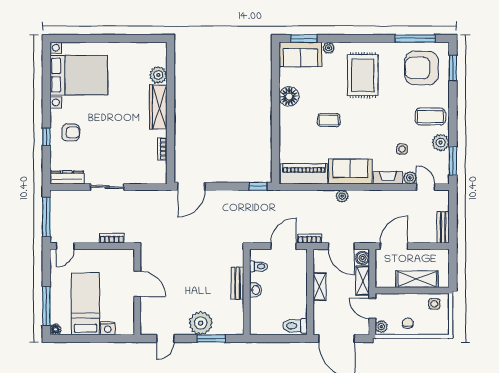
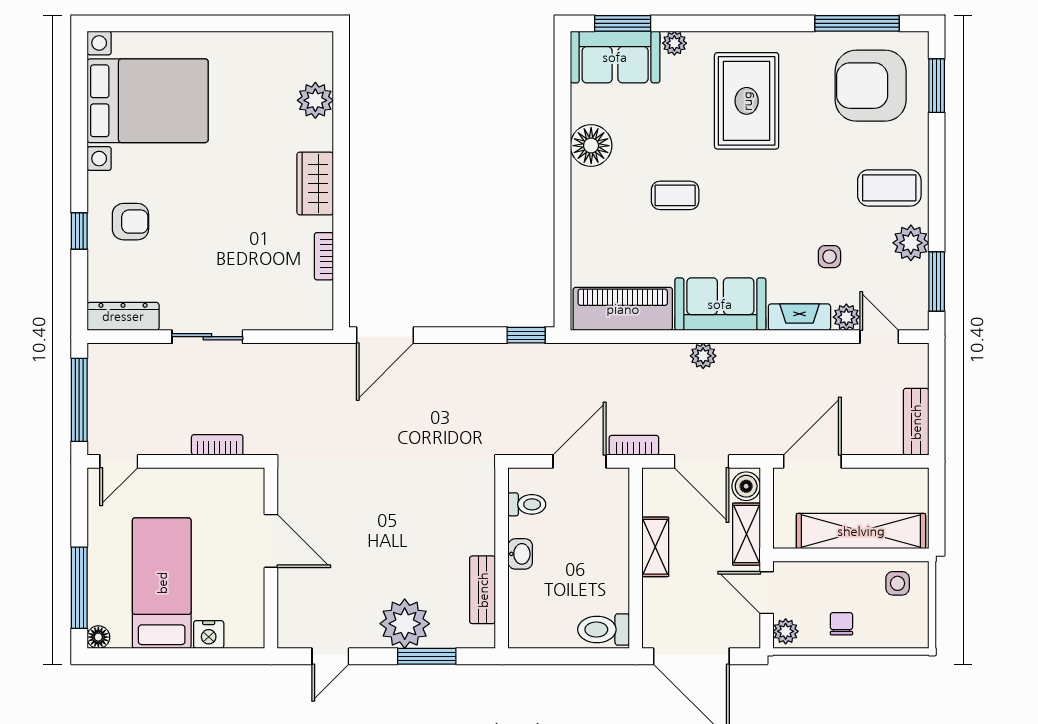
wardrobe: (158, 107) -> (315, 183), width x0.67
shelving: (417, 279) -> (861, 531), width x1.47
bench: (238, 283) -> (483, 590), moved

